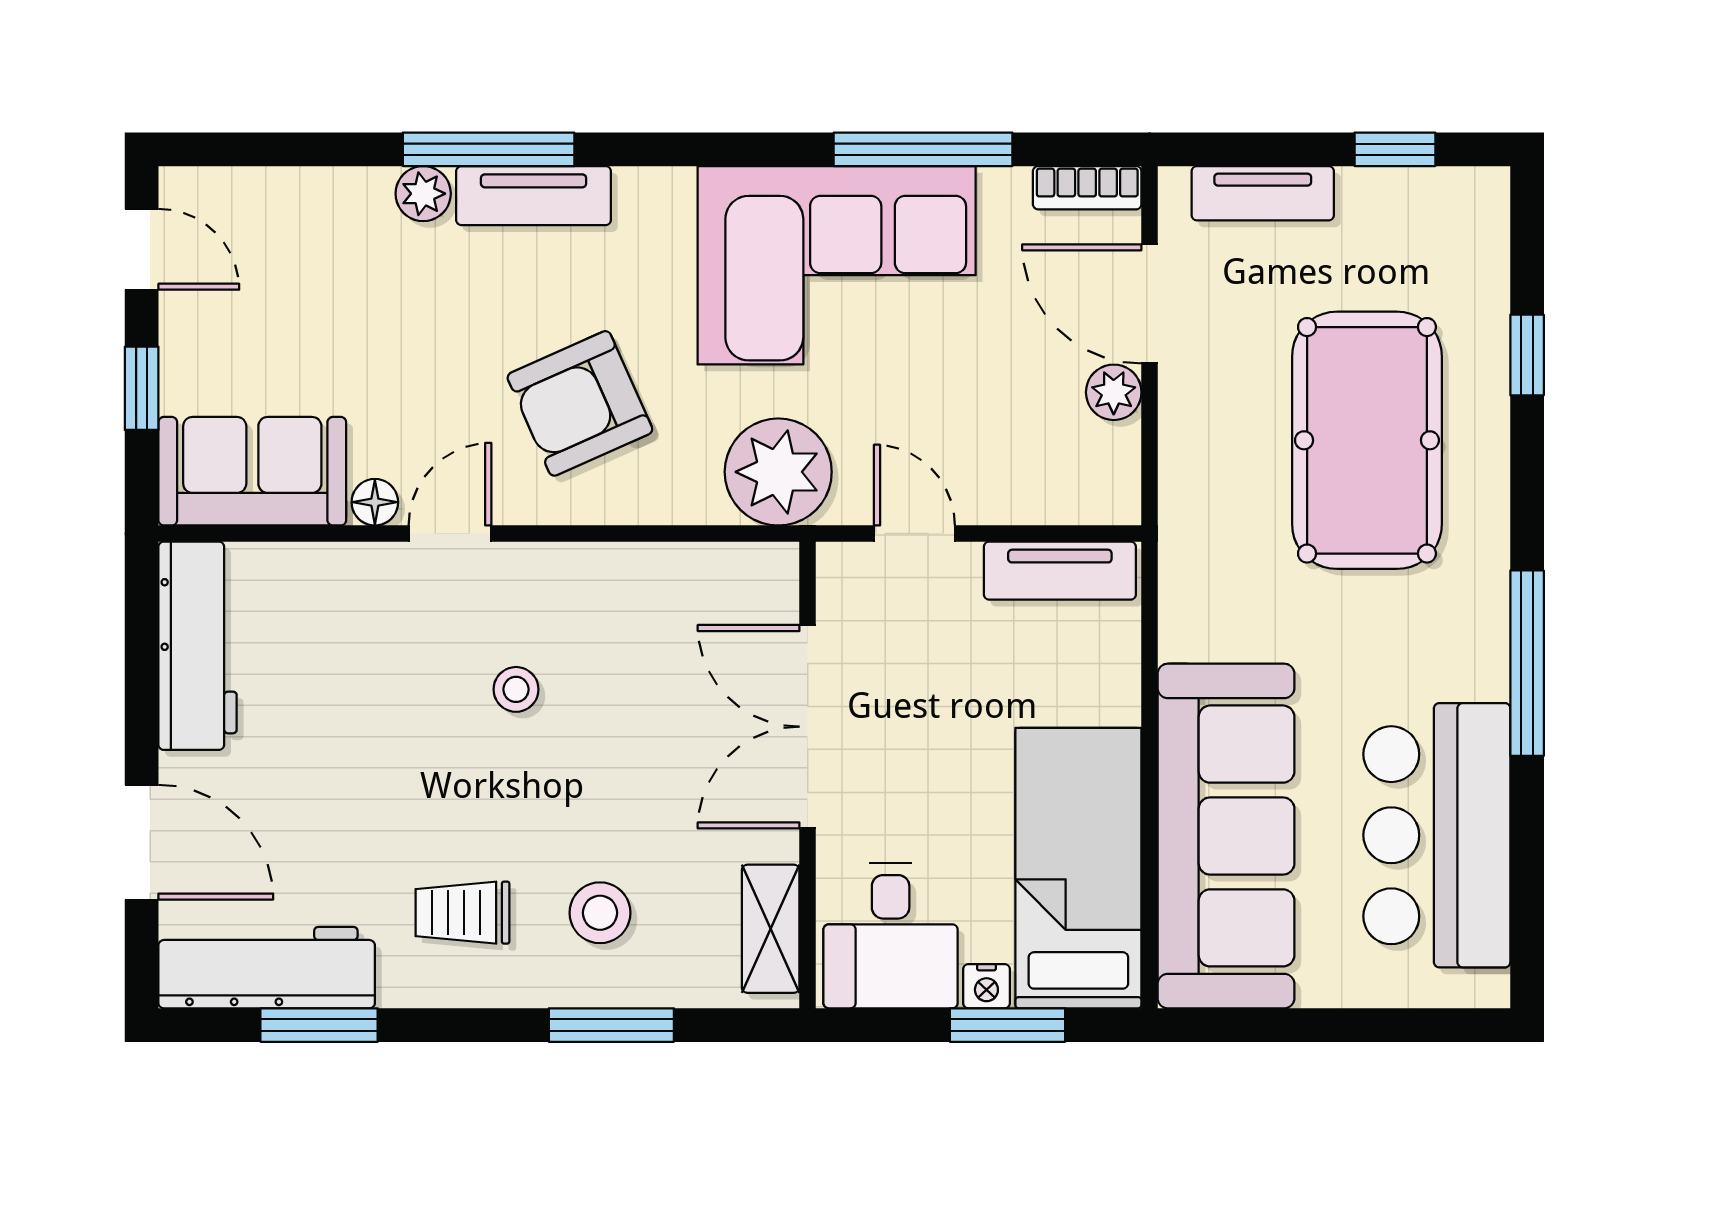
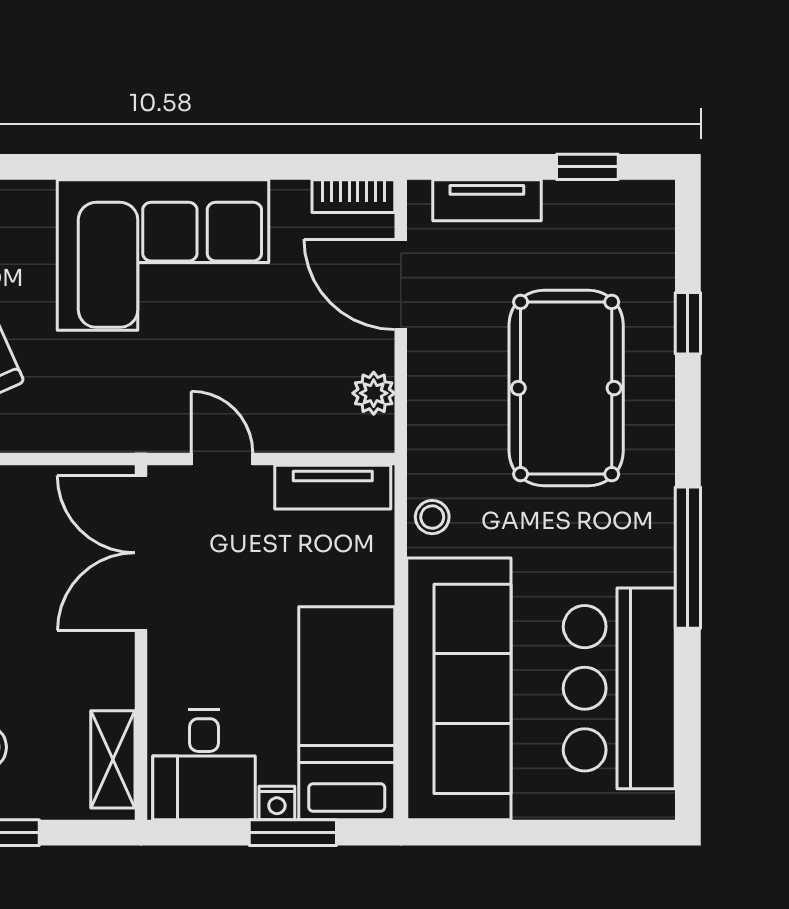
window: (923, 149) -> (229, 167), removed
plant: (1114, 392) -> (374, 393), moved
plant: (778, 472) -> (119, 412), removed
stool: (1191, 610) -> (432, 517), added
double door: (808, 727) -> (141, 553), moved

